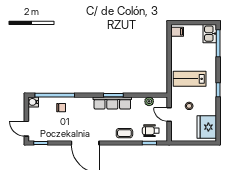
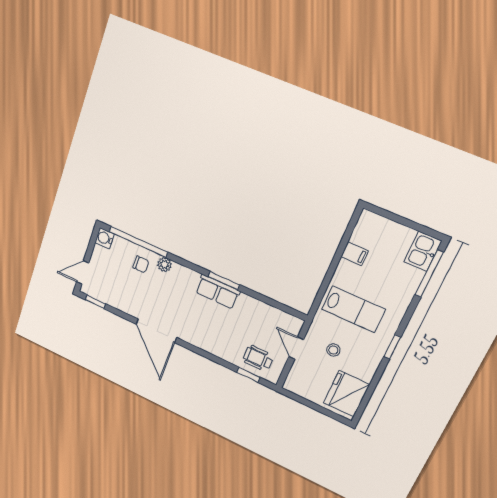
filing cabinet: (177, 32) -> (355, 254), moved
lab bench: (190, 79) -> (353, 309), turned 180
plant: (149, 101) -> (164, 265), moved
row of seats: (112, 103) -> (218, 292), width x0.68
door: (26, 129) -> (83, 272), hinge flipped
coffee table: (124, 133) -> (218, 343), removed

